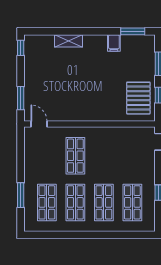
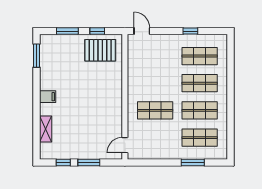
shelving: (69, 41) -> (46, 129), moved
filing cabinet: (114, 43) -> (48, 97), moved
window: (21, 48) -> (63, 163), moved
window: (21, 98) -> (89, 163), moved

